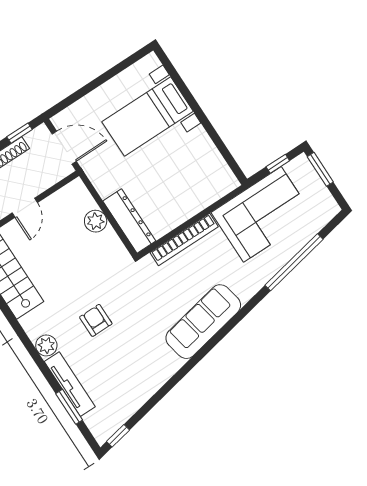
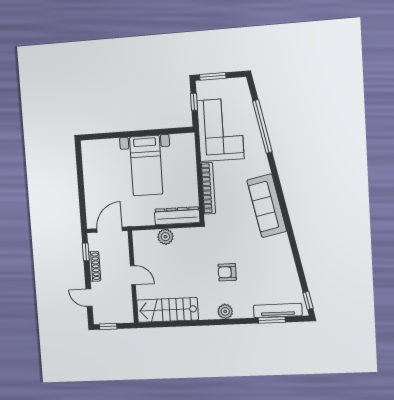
bed with nightstands: (148, 116) -> (146, 166), moved
tv unit: (70, 384) -> (278, 310), moved

